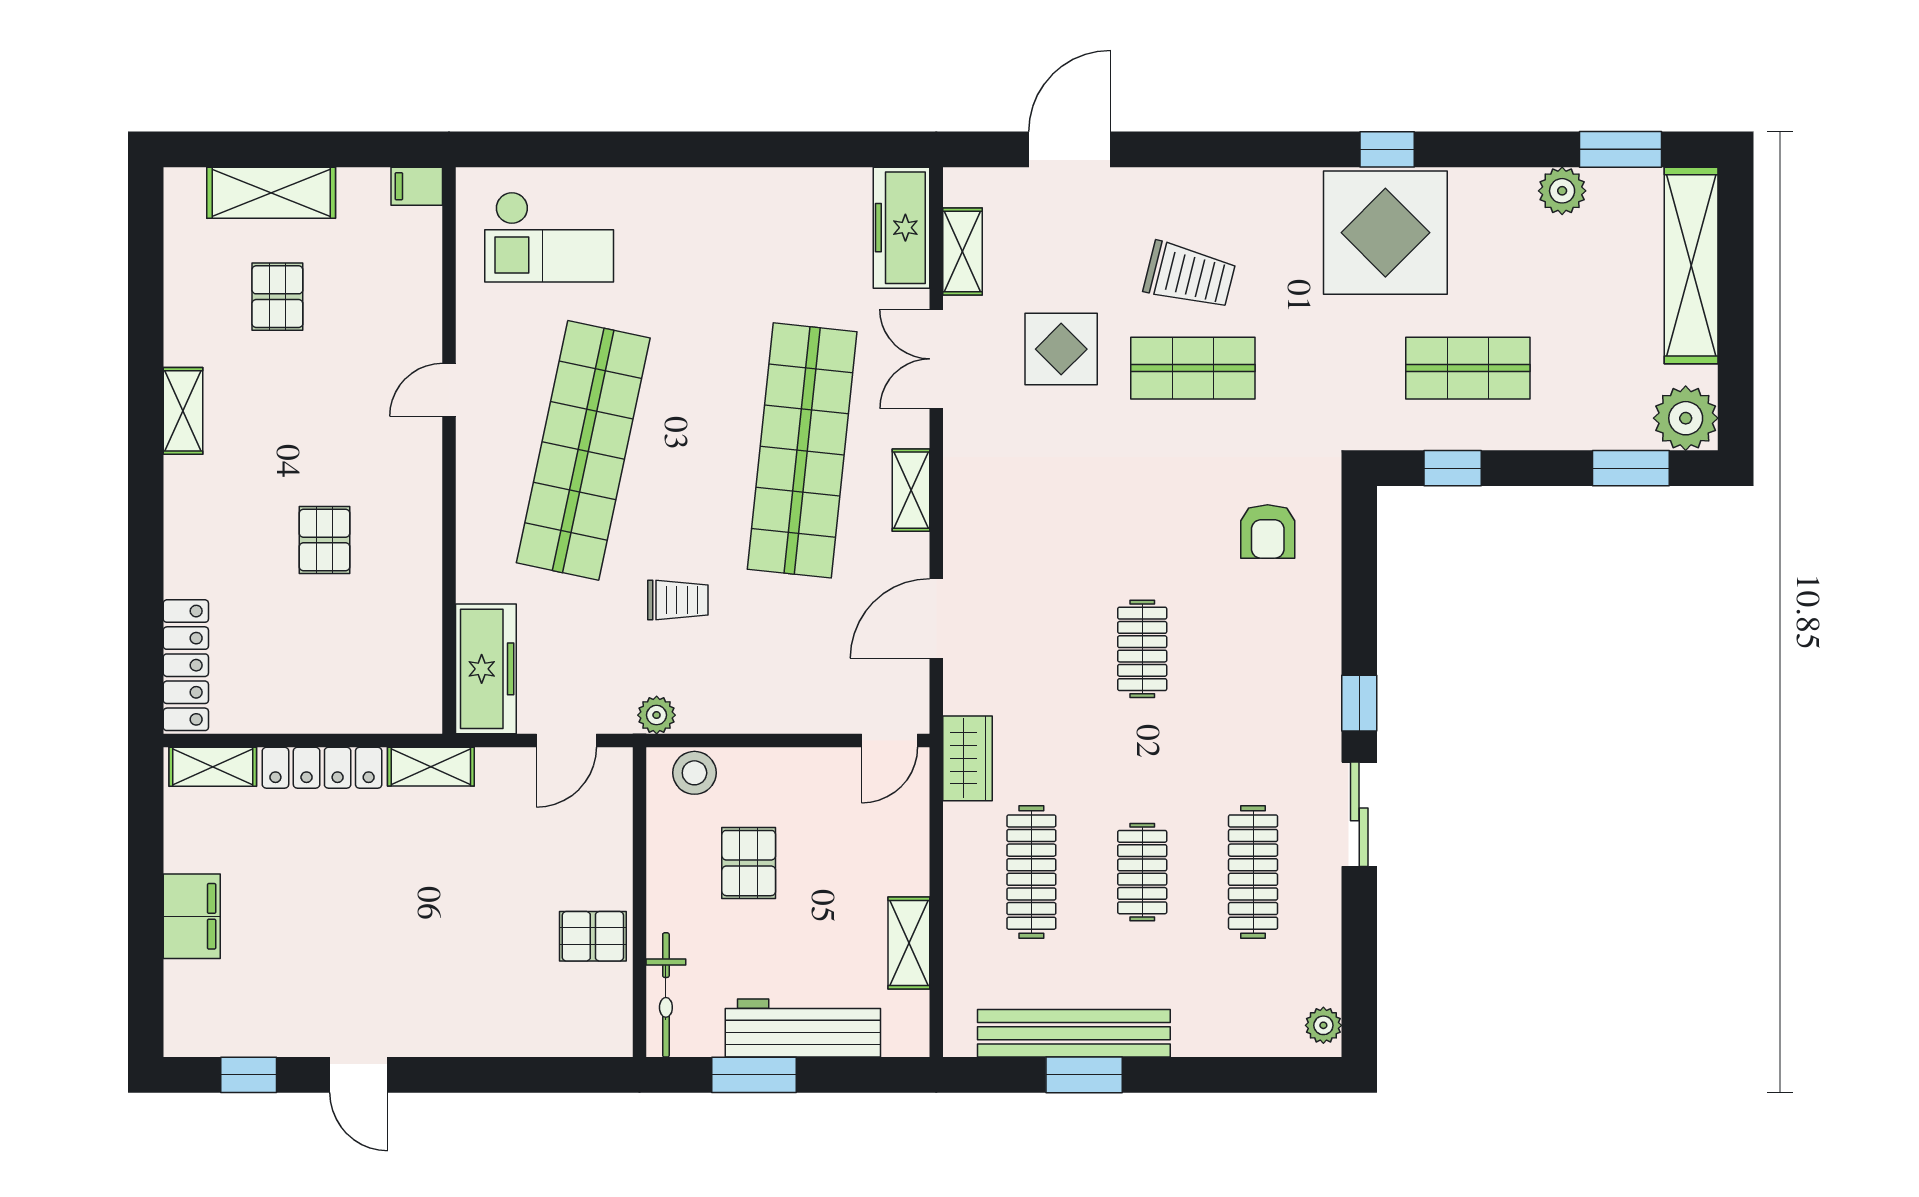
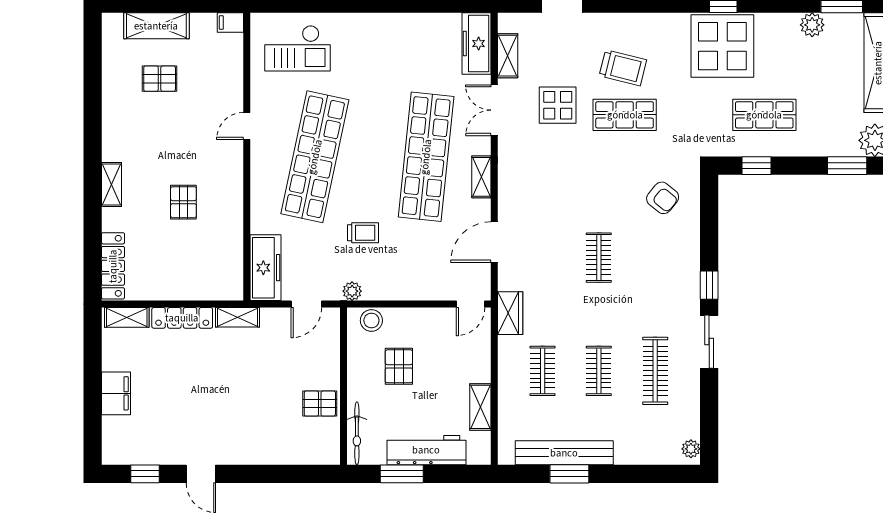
pallet: (277, 297) -> (160, 79), turned 90
shelving: (183, 411) -> (112, 185), moved
armchair: (1268, 531) -> (663, 198), turned -51
clothes rail: (1031, 872) -> (543, 371), width x0.73

